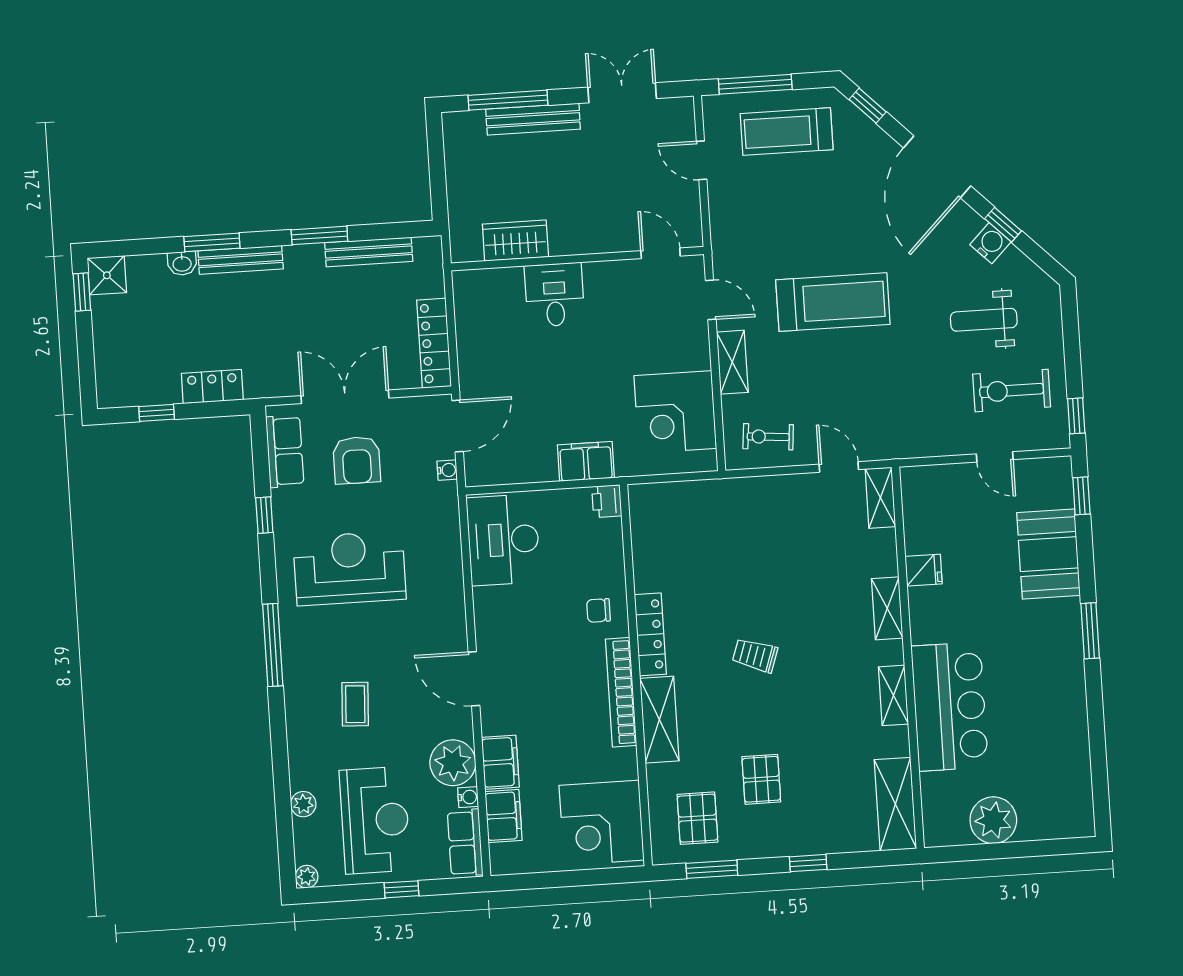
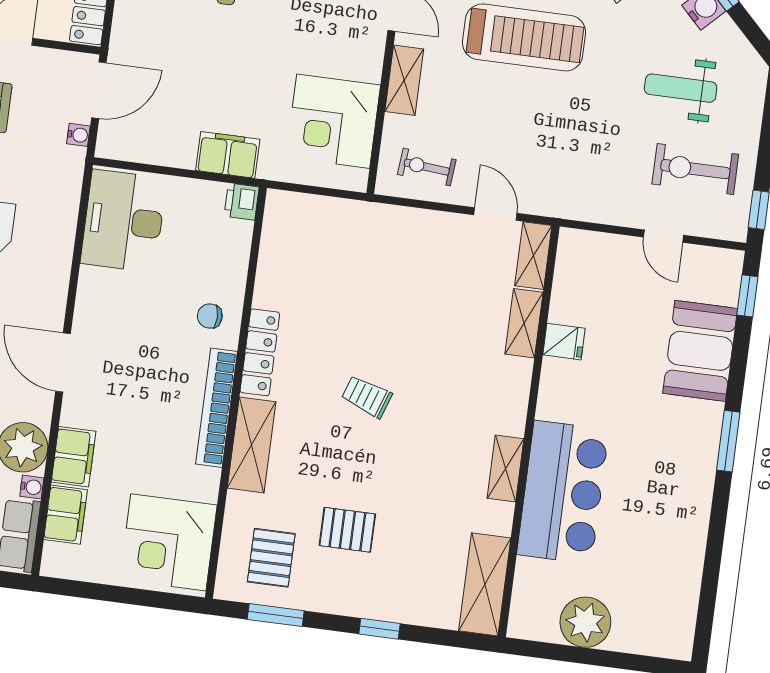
shelving: (887, 608) -> (524, 323), moved
pallet: (761, 779) -> (347, 530), turned 90

